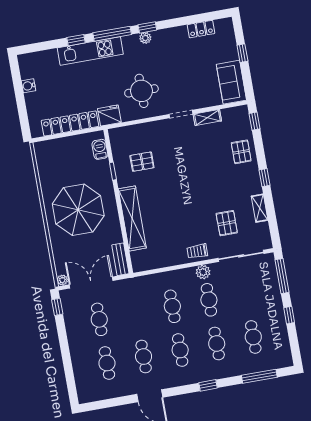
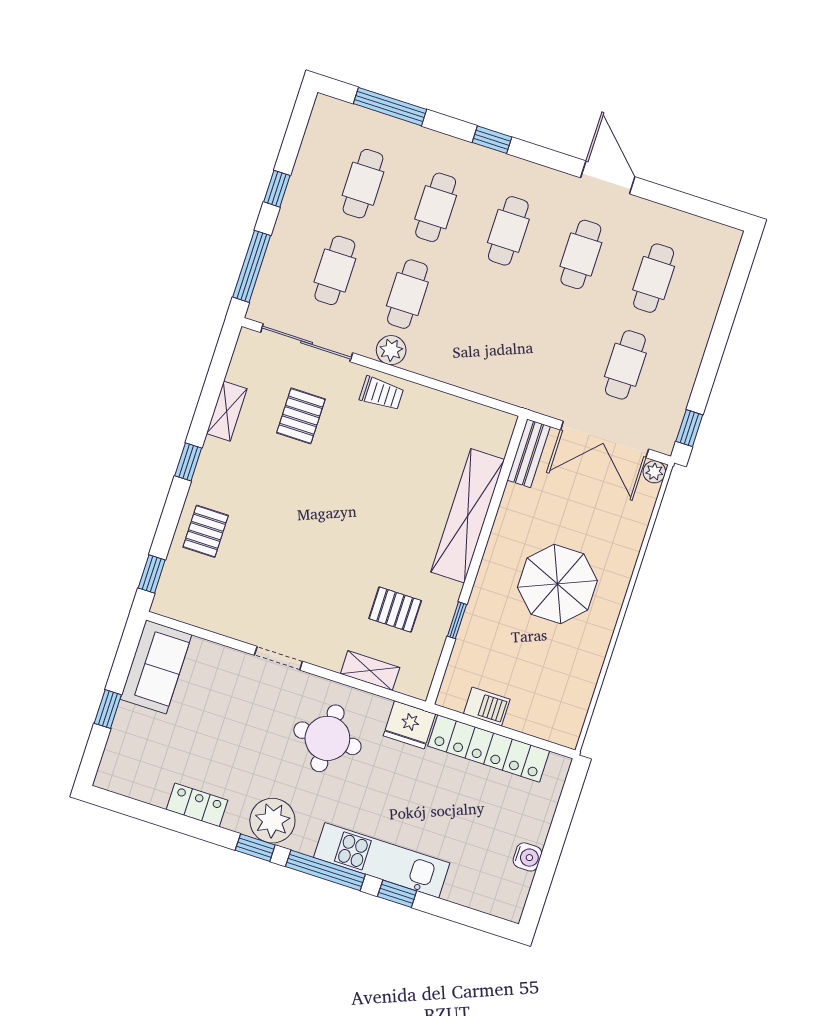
locker: (201, 29) -> (197, 805), moved
plant: (145, 38) -> (272, 821), width x1.87, depth x1.87
shelving: (207, 117) -> (370, 671), moved
barbecue: (100, 149) -> (487, 706), moved, turned -90
parasol: (78, 210) -> (557, 584), width x0.73, depth x0.73
cafe table: (172, 306) -> (335, 270), moved

